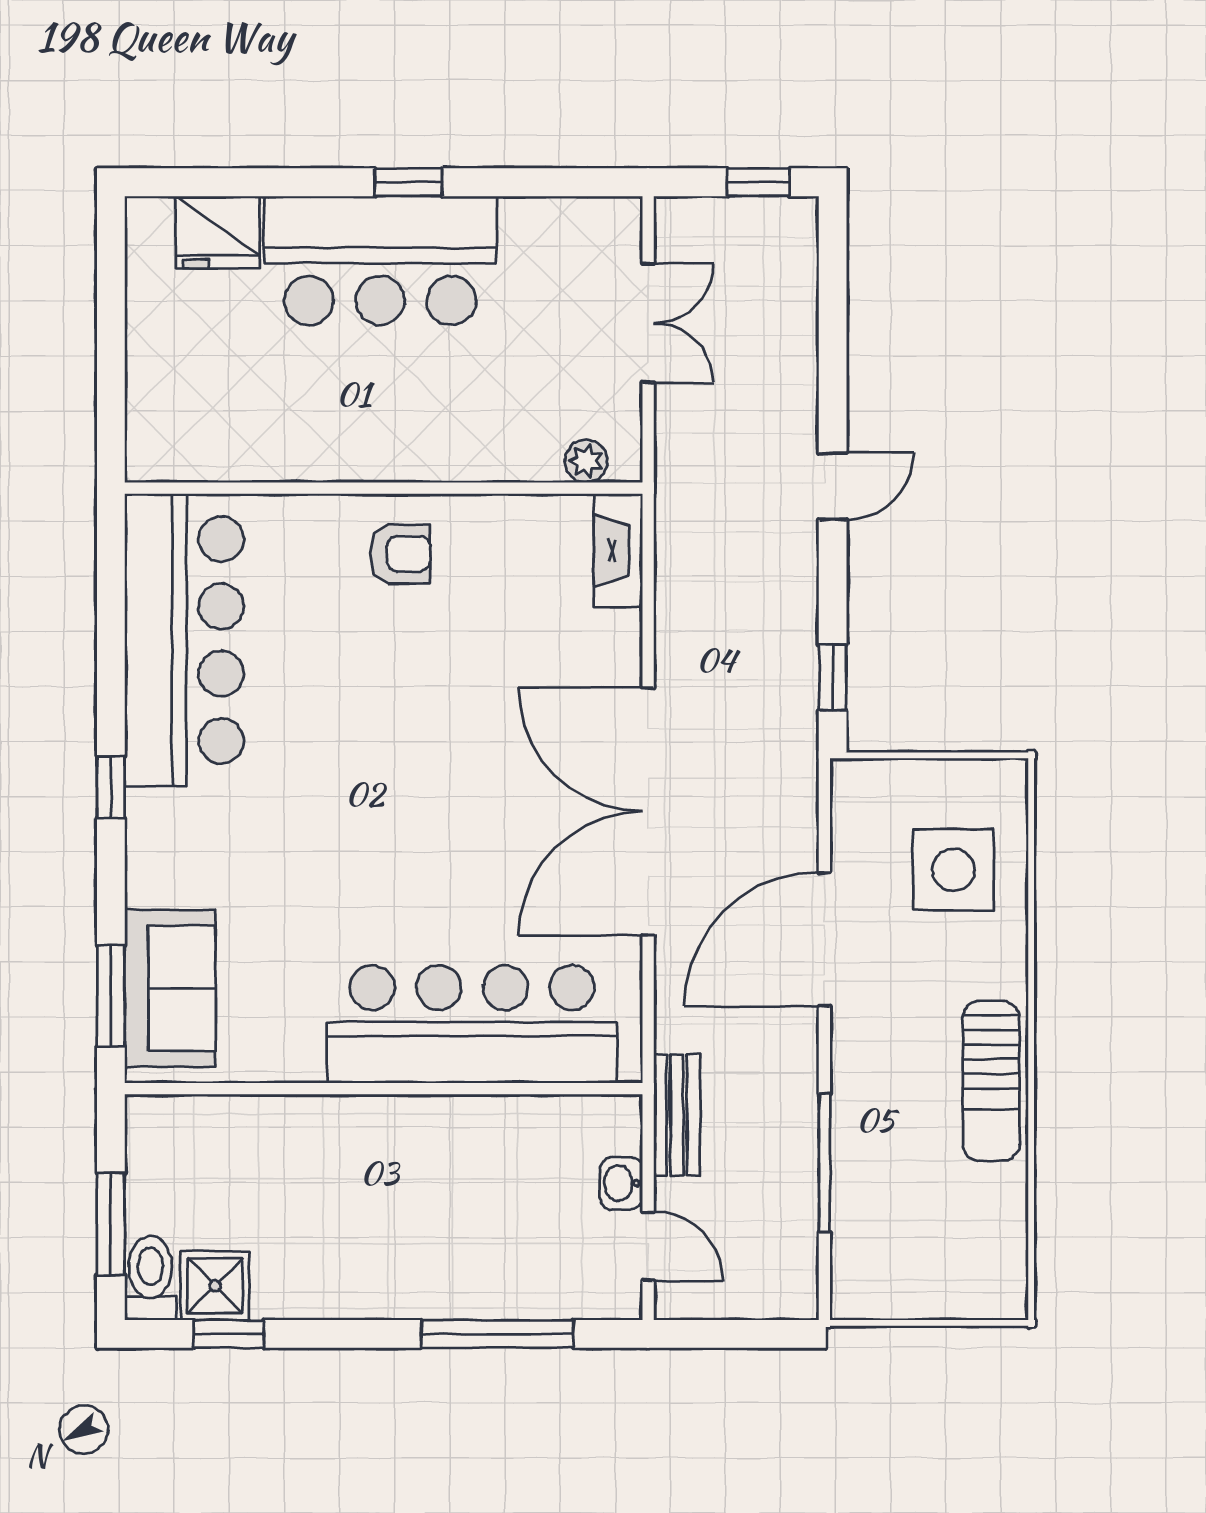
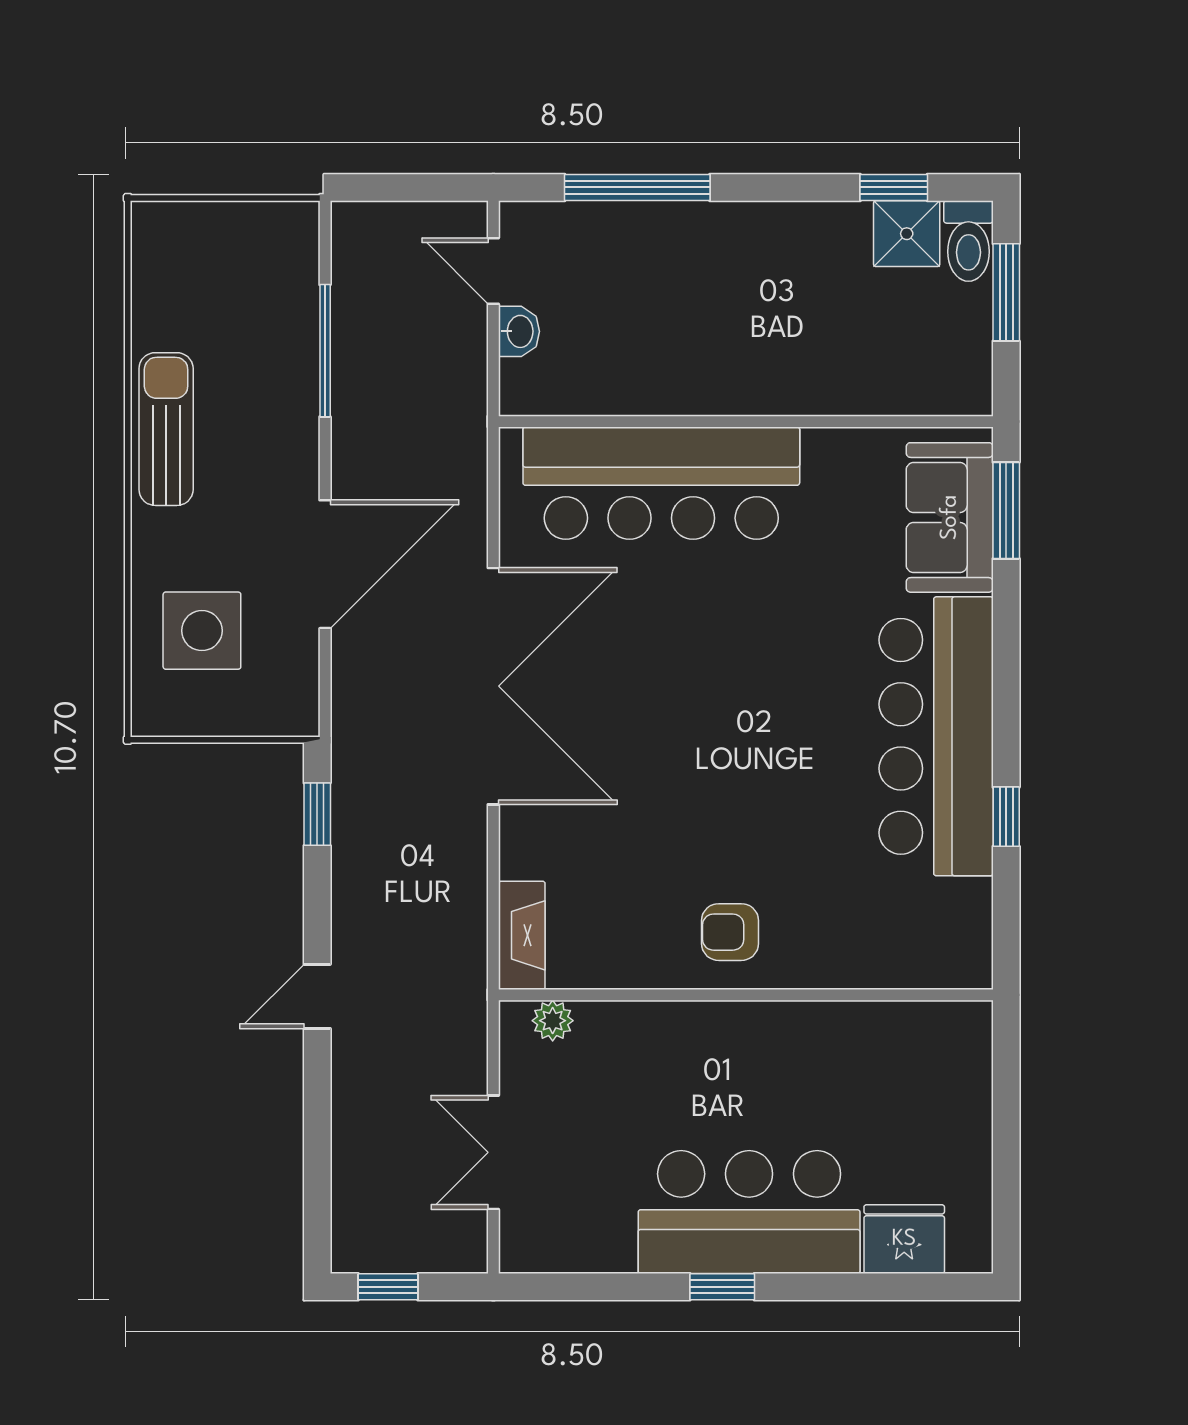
bar counter: (184, 640) -> (936, 736), moved
window: (111, 787) -> (1006, 817), moved
bench: (677, 1115) -> (466, 396), removed

